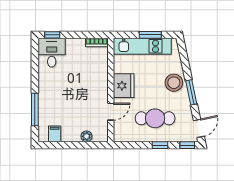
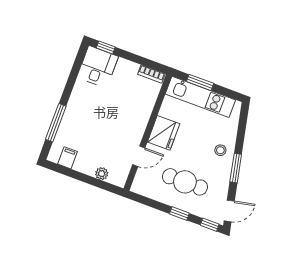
window: (150, 35) -> (200, 82), moved
stool: (174, 83) -> (220, 150), width x0.53, depth x0.53

